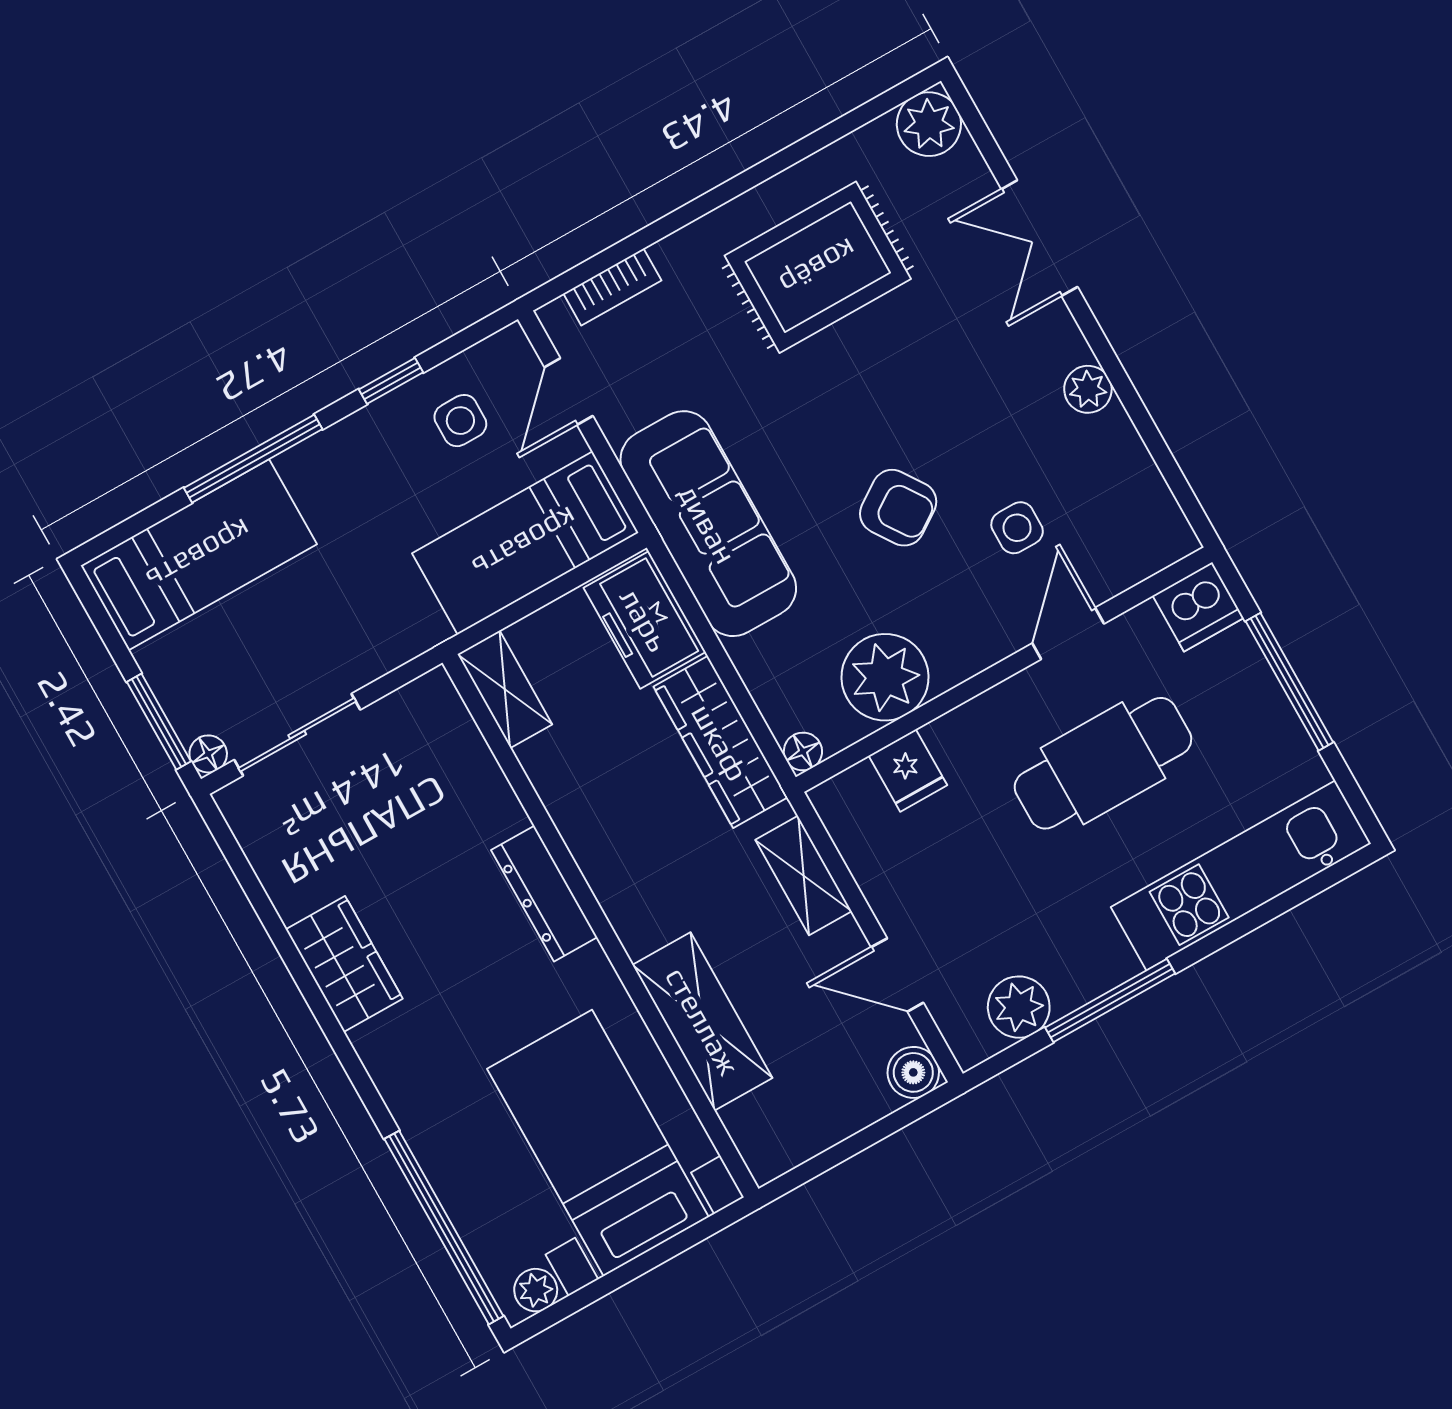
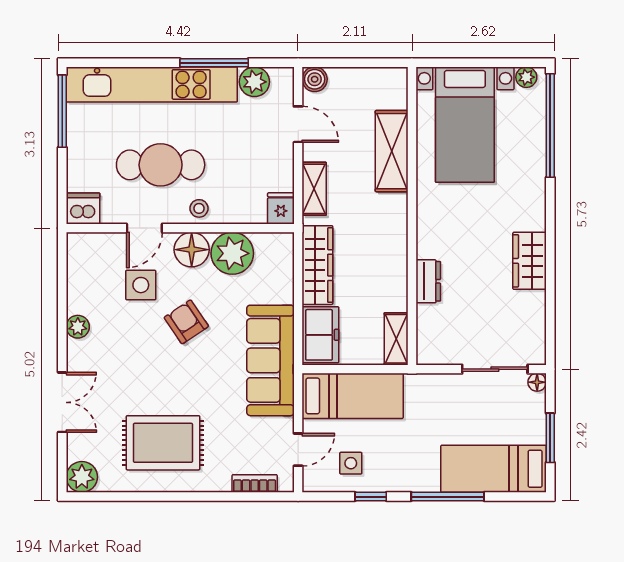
side table: (1017, 528) -> (141, 285), width x1.37, depth x1.37
window: (1289, 682) -> (62, 111), moved
window: (159, 722) -> (550, 438), moved
stool: (990, 724) -> (199, 208), added
floor lamp: (803, 751) -> (192, 250), moved, width x1.89, depth x1.89
fridge: (908, 770) -> (281, 208), moved
kitchen unit: (1241, 875) -> (152, 84), width x1.36
dresser: (544, 894) -> (428, 281), moved, width x0.70

